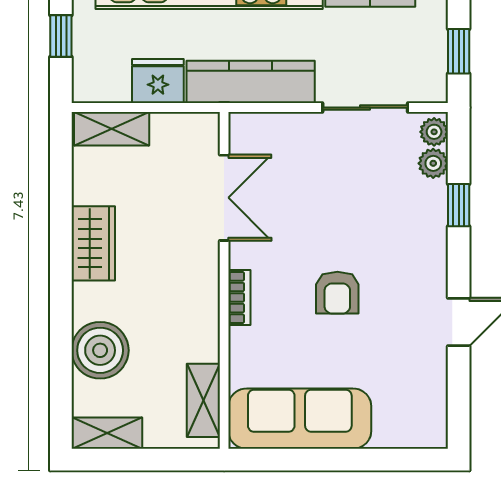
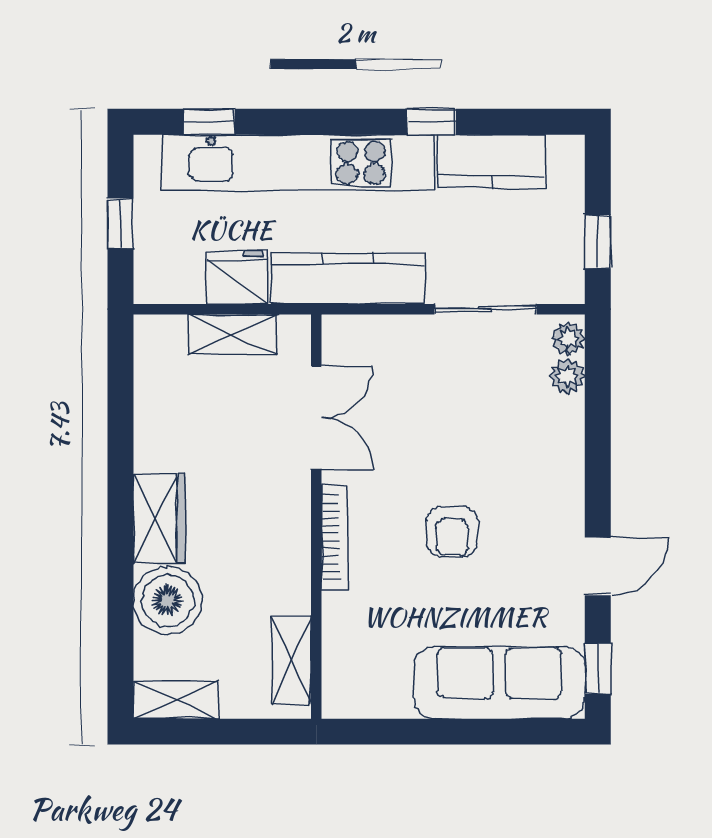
shelving: (112, 129) -> (233, 335), moved
window: (459, 205) -> (598, 668), moved
wardrobe: (93, 243) -> (159, 518), moved
bookcase: (239, 298) -> (335, 537), width x1.56
sofa: (300, 419) -> (499, 682), moved

